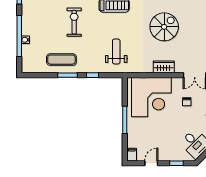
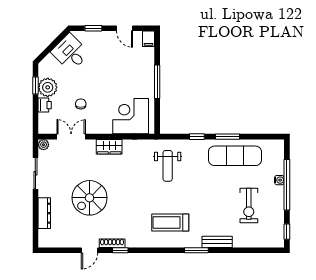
exercise bike: (74, 22) -> (249, 205), moved
spiral stairs: (164, 27) -> (90, 198), moved
exercise mat: (61, 60) -> (235, 156), width x1.36, depth x1.45
corner desk: (151, 97) -> (131, 116), width x0.74, depth x0.74
door: (151, 163) -> (125, 28), hinge flipped

